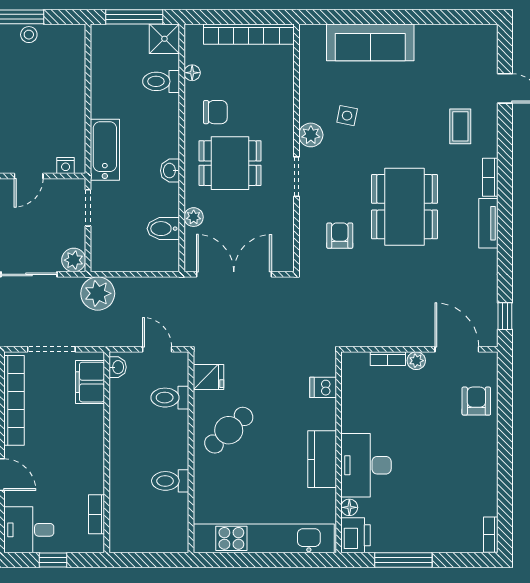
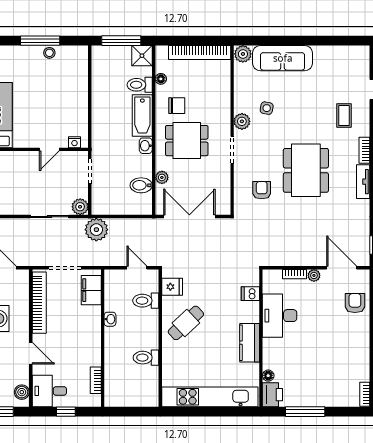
plant: (312, 36) -> (243, 54), added
bathtub: (105, 150) -> (142, 116), moved, turned 180
washbasin: (118, 367) -> (110, 319), moved
desk: (366, 465) -> (280, 316), moved

